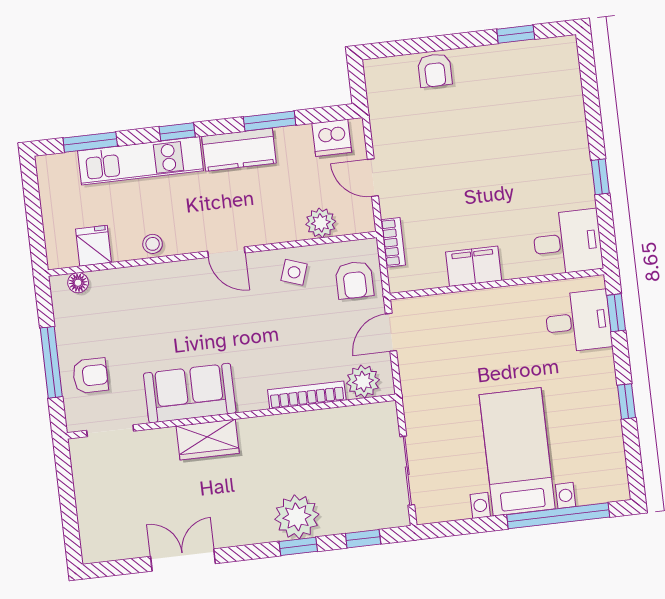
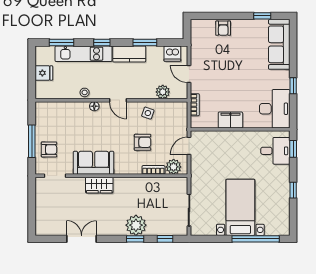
sofa: (560, 91) -> (279, 44), added
desk: (567, 242) -> (275, 109), width x1.37
fridge: (94, 246) -> (44, 73), moved, turned 90
armchair: (354, 280) -> (143, 142), moved, turned -90
floor lamp: (78, 283) -> (94, 106), moved
bookcase: (307, 395) -> (153, 170), width x0.64

